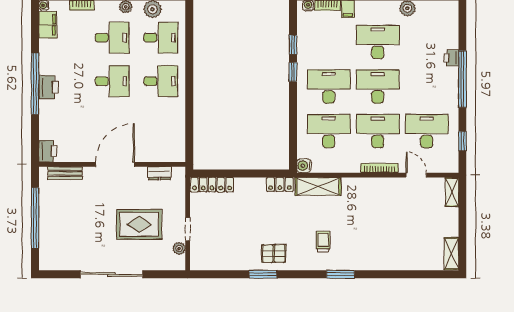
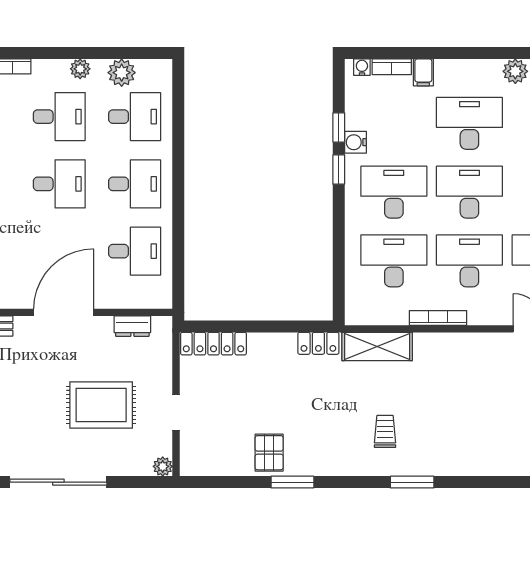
desk: (161, 125) -> (135, 251), added
water cooler: (304, 166) -> (356, 142), moved
bookcase: (379, 168) -> (438, 318), moved
plant: (179, 249) -> (163, 466), moved
pallet: (274, 253) -> (269, 453), moved, turned 90

